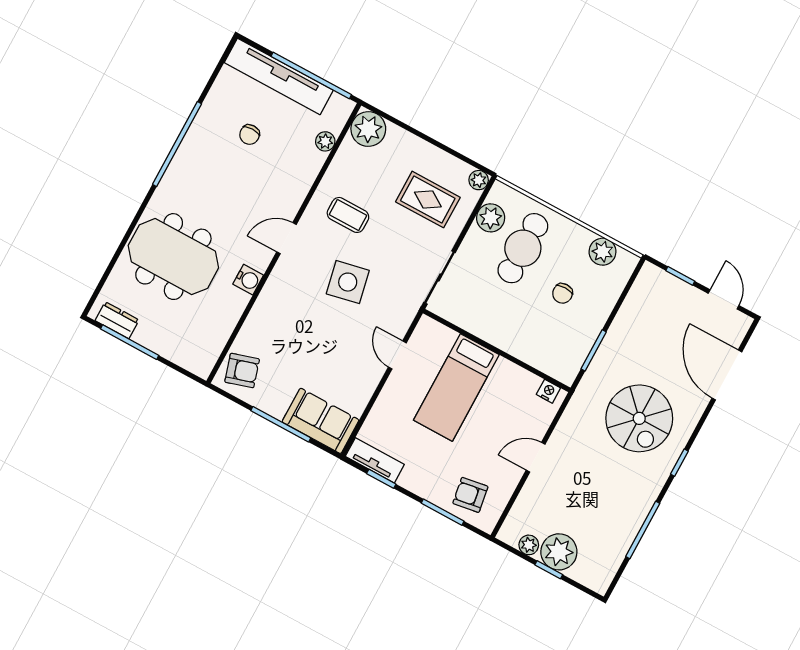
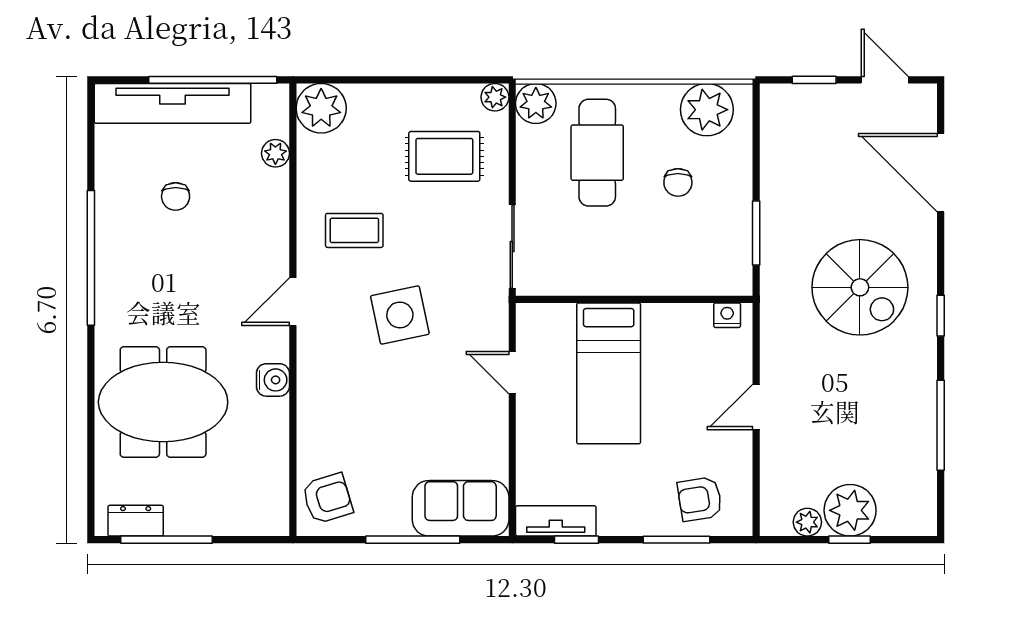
plant: (491, 218) -> (536, 103), moved
plant: (603, 252) -> (707, 110), width x1.36, depth x1.36

